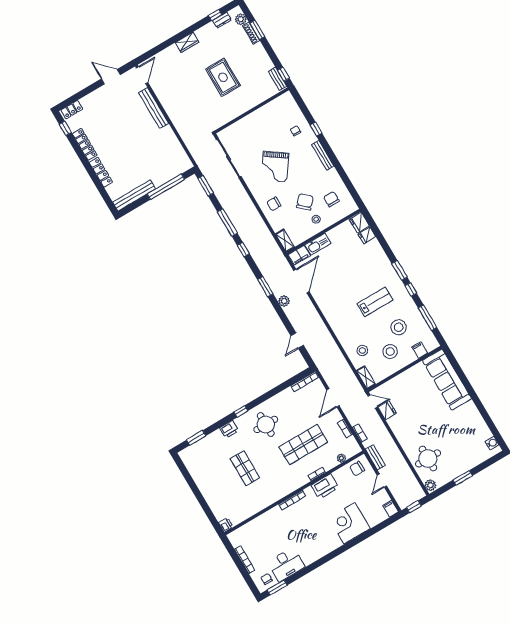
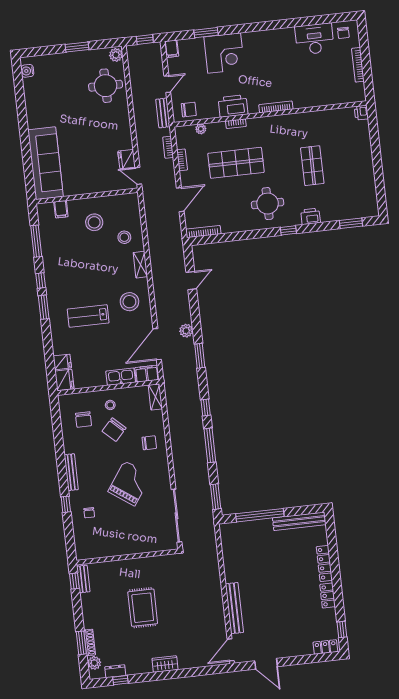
locker: (85, 144) -> (328, 596), width x0.66
lab bench: (375, 302) -> (88, 316), moved
stool: (399, 327) -> (129, 302), moved
shelving: (366, 377) -> (140, 265), moved
window: (277, 588) -> (206, 33), moved

